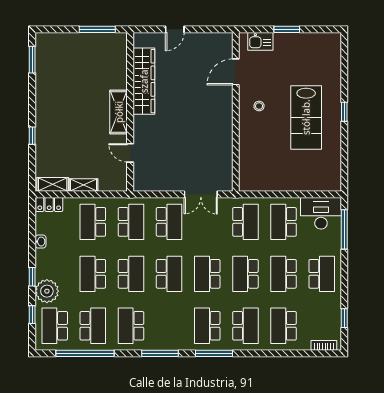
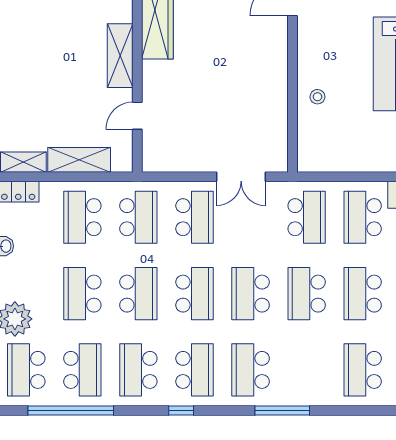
stool: (259, 106) -> (317, 97), moved
door: (130, 153) -> (137, 116), hinge flipped
shelving: (84, 185) -> (79, 160), width x1.50, depth x1.33
school desk: (245, 326) -> (194, 370), moved
window: (160, 353) -> (181, 410), width x0.46
window: (214, 353) -> (282, 410), moved

